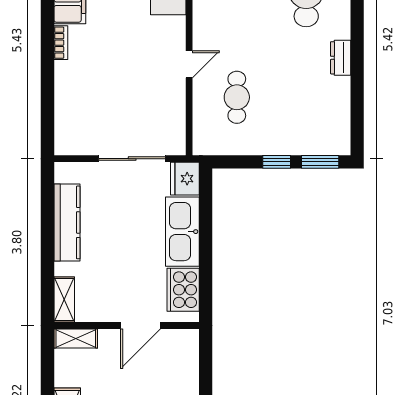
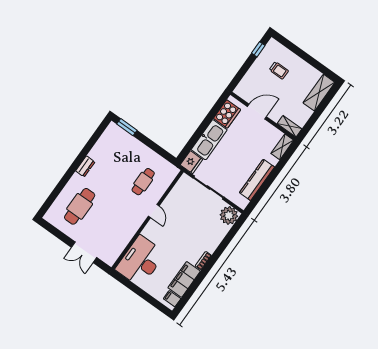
door: (189, 64) -> (154, 211), swing flipped
plant: (71, 138) -> (229, 215), added
window: (277, 162) -> (146, 141), removed

